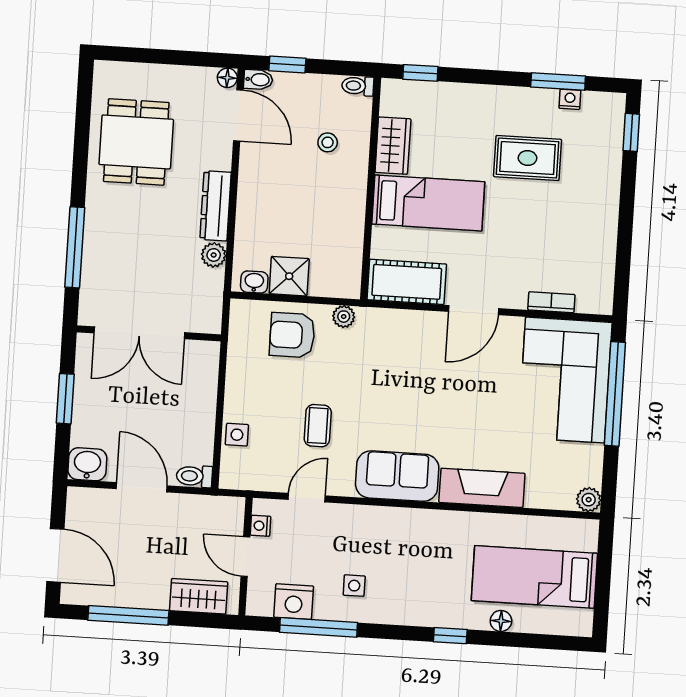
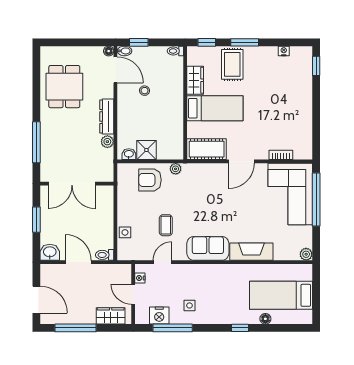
window: (558, 82) -> (245, 42), moved
stool: (328, 142) -> (145, 91), moved
rug: (528, 158) -> (232, 64), moved, turned 90

